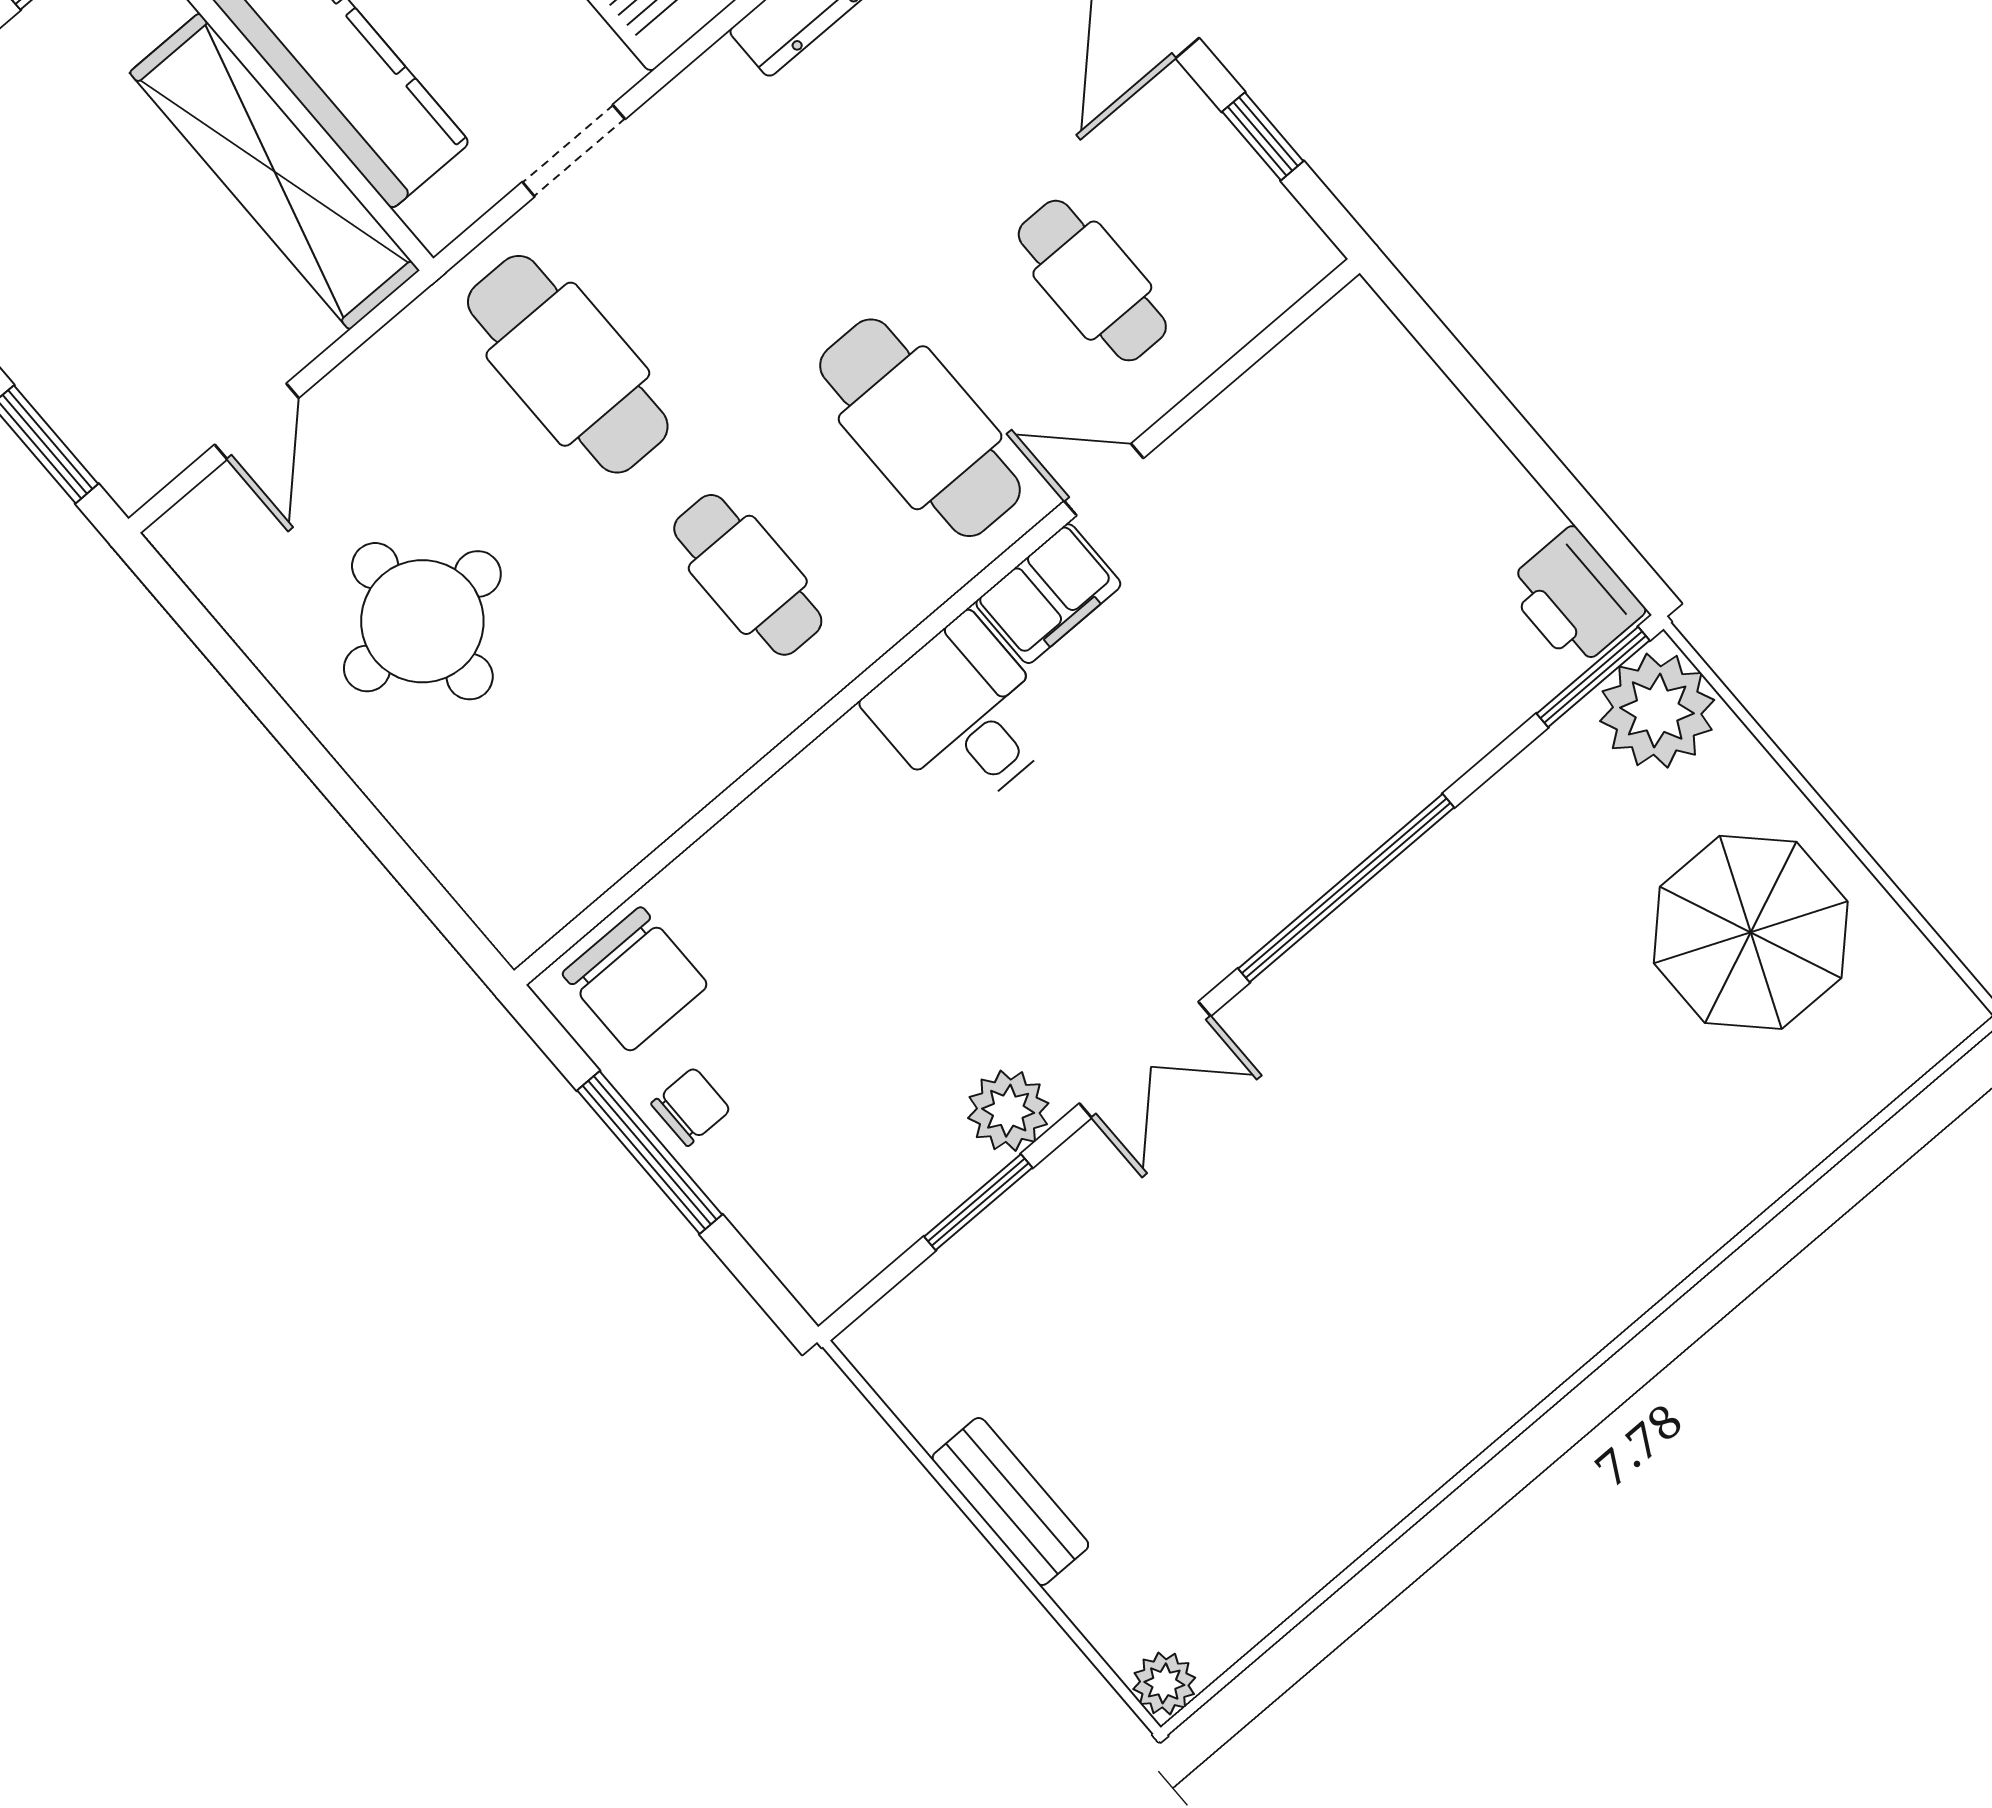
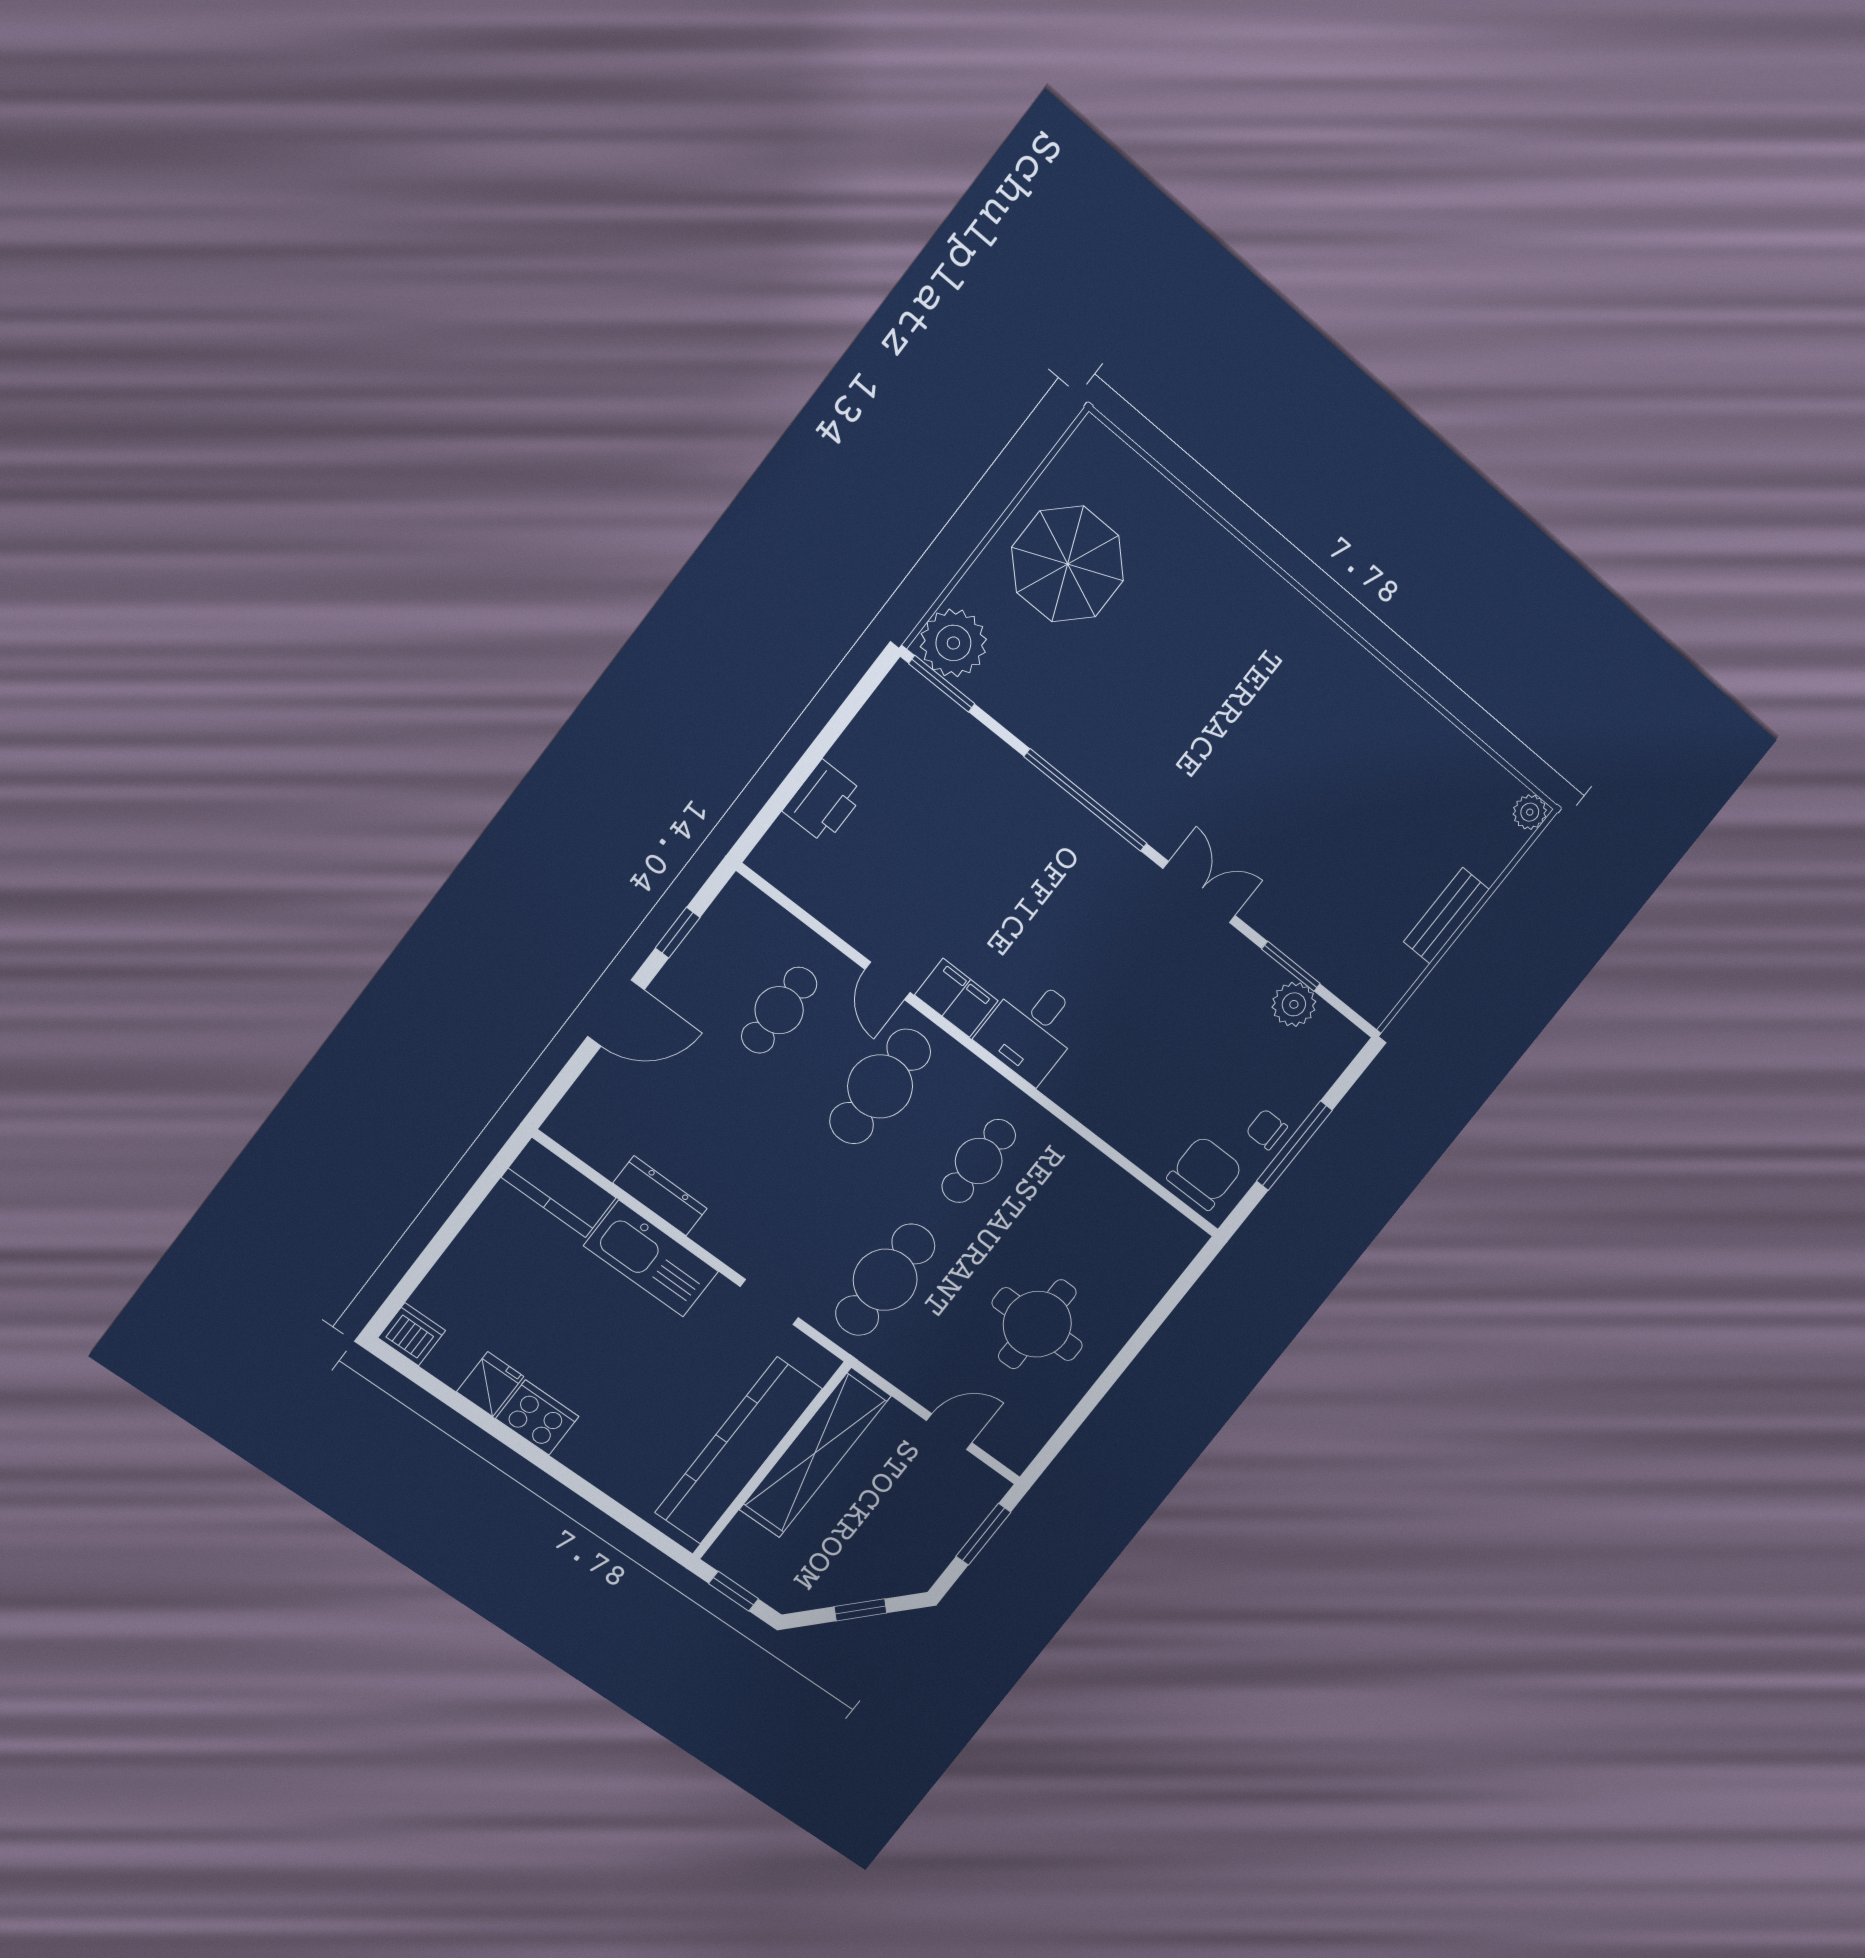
printer: (1574, 598) -> (824, 802), moved
plant: (1008, 1111) -> (1294, 1004), moved

